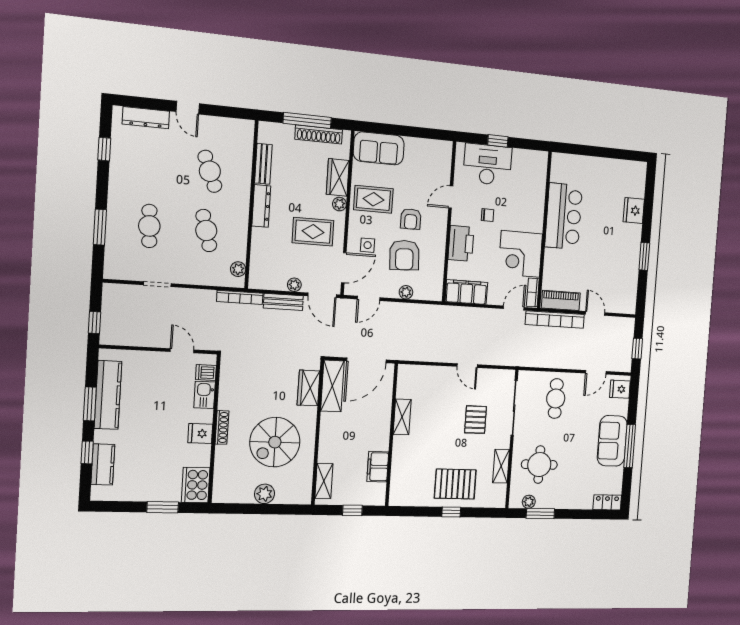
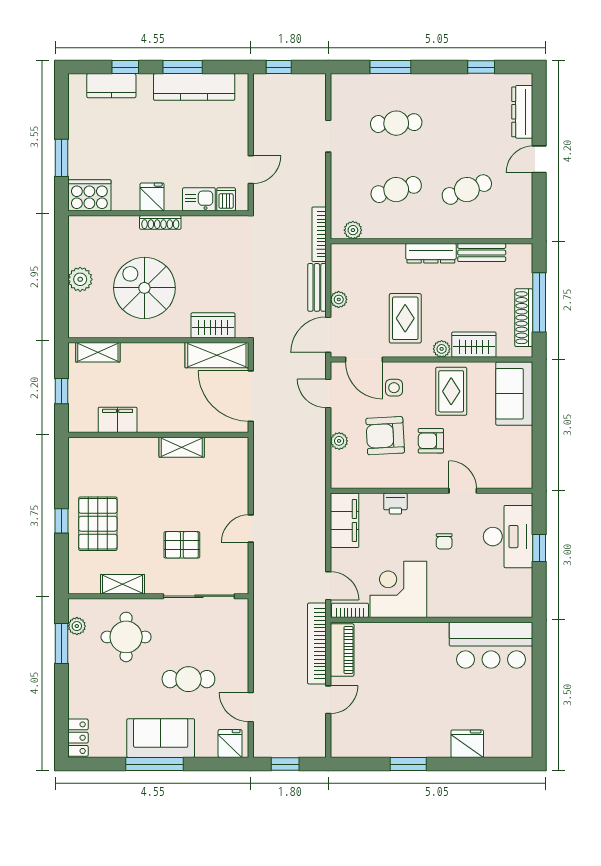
bar counter: (564, 216) -> (491, 645), moved
printer: (461, 243) -> (395, 504), width x0.53, depth x0.68
cafe table: (556, 399) -> (188, 679), moved

